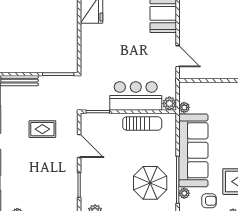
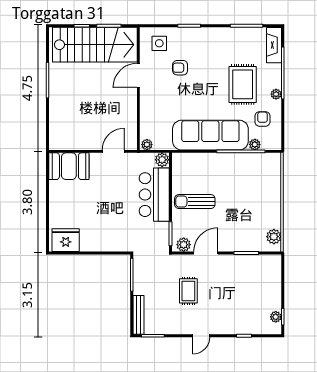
plant: (184, 107) -> (147, 145), moved
plant: (87, 124) -> (184, 245), added
sun lounger: (142, 124) -> (195, 202), moved, turned -90
parasol: (150, 183) -> (244, 180), removed

